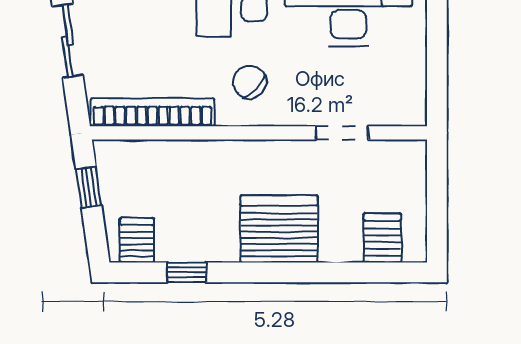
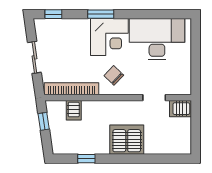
server rack: (382, 238) -> (180, 109), moved, turned -90
server rack: (137, 240) -> (74, 110), moved, turned 180

